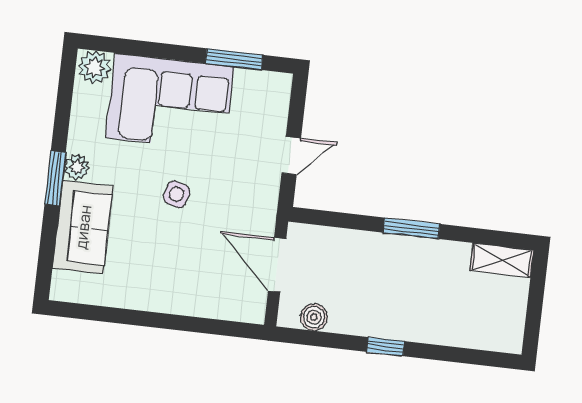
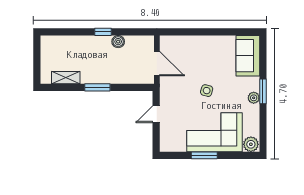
window: (234, 59) -> (204, 155), moved
sofa: (83, 227) -> (248, 56), moved
shelving: (502, 260) -> (66, 78), moved
boiler: (314, 317) -> (118, 42), moved

